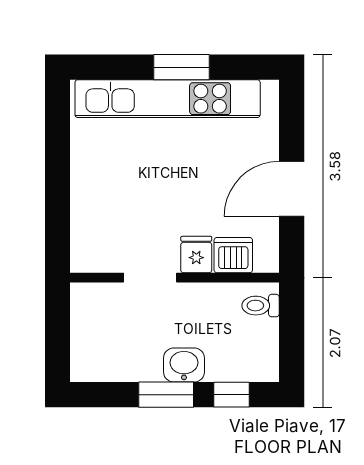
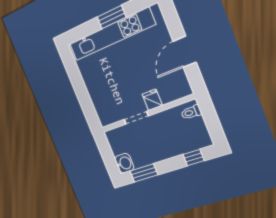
dishwasher: (233, 255) -> (169, 94), removed
washbasin: (184, 365) -> (124, 163), moved, turned 90
window: (166, 395) -> (144, 173), moved

